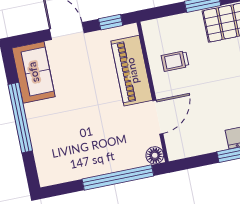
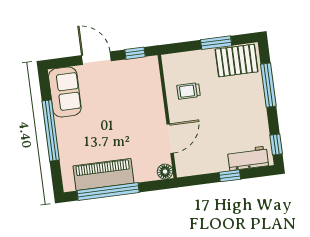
piano: (132, 71) -> (104, 174), moved, turned 90
window: (118, 177) -> (108, 192), moved

